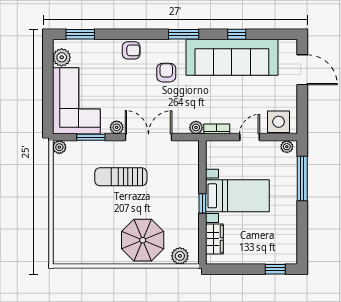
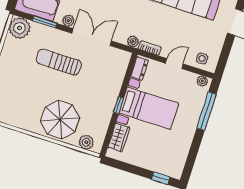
side table: (279, 122) -> (202, 58), width x0.54, depth x0.54
plant: (59, 147) -> (20, 28), width x1.87, depth x1.87
dresser: (213, 155) -> (139, 69), added

